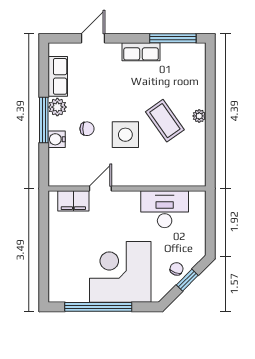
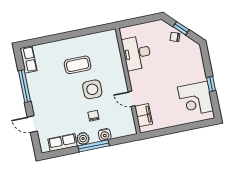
window: (173, 38) -> (24, 86), moved
row of seats: (141, 52) -> (28, 59), moved
plant: (199, 116) -> (70, 42), removed
coffee table: (165, 121) -> (78, 65), turned 35
corner desk: (120, 272) -> (195, 99), moved, width x0.74, depth x0.74
window: (98, 307) -> (211, 84), width x0.32

